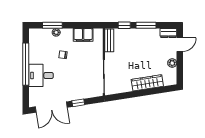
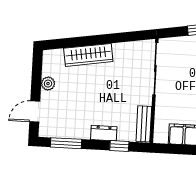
window: (146, 25) -> (66, 143), moved
dresser: (168, 33) -> (104, 133), moved

